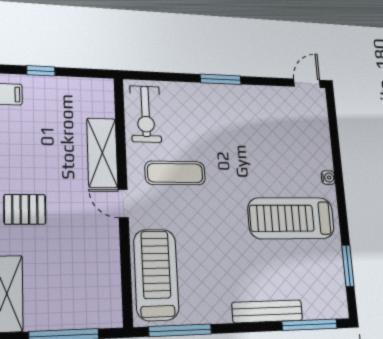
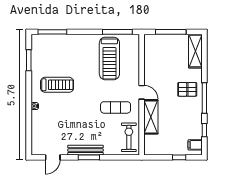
door: (307, 83) -> (53, 157), moved
treadmill: (291, 218) -> (57, 85), width x0.73, depth x0.73
treadmill: (156, 275) -> (109, 58), moved
bench: (267, 311) -> (86, 150), moved

